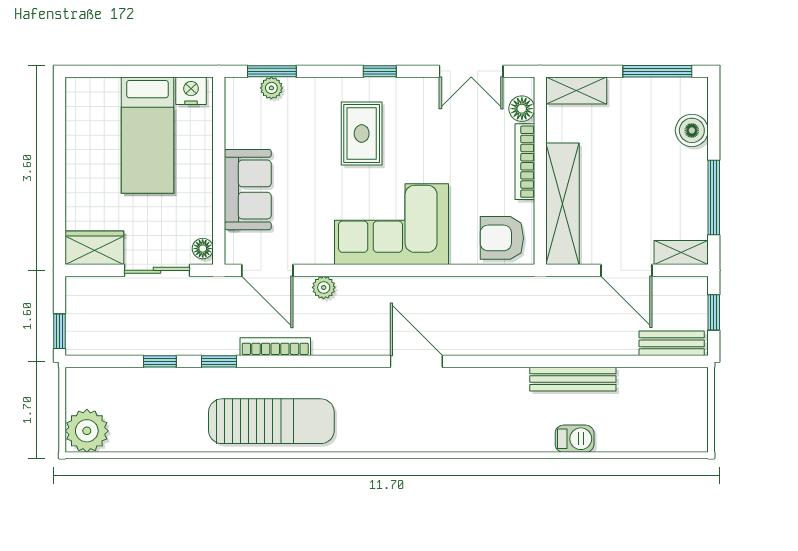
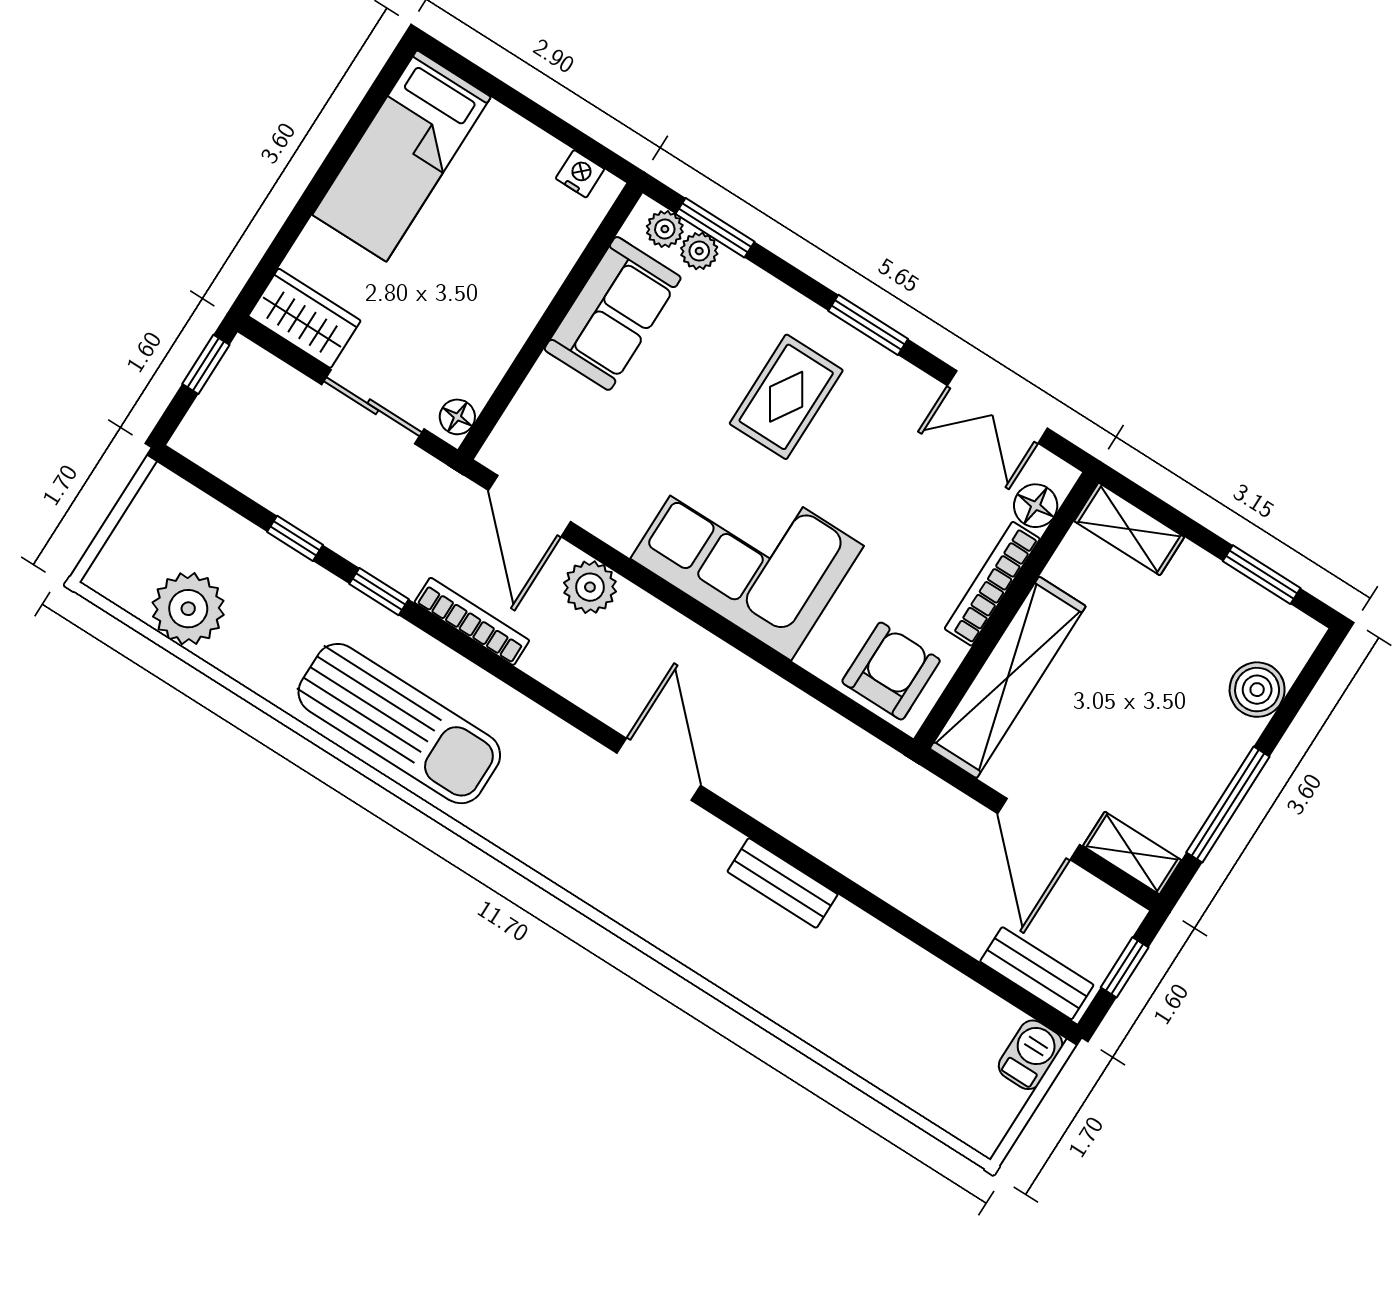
window: (380, 71) -> (868, 325), width x1.50
window: (657, 71) -> (1262, 575), width x0.69
plant: (247, 88) -> (665, 229), added
nightstand: (191, 91) -> (580, 174), width x0.72, depth x0.74
bed: (147, 135) -> (402, 156), moved
sofa: (248, 190) -> (613, 313), moved
armchair: (502, 238) -> (891, 671), turned 90
plant: (324, 287) -> (590, 587), width x1.38, depth x1.38
window: (59, 331) -> (206, 364), moved
bench: (573, 379) -> (783, 883), moved, width x0.73
plant: (87, 431) -> (188, 609), moved
barbecue: (575, 439) -> (1031, 1055), moved, turned -90

